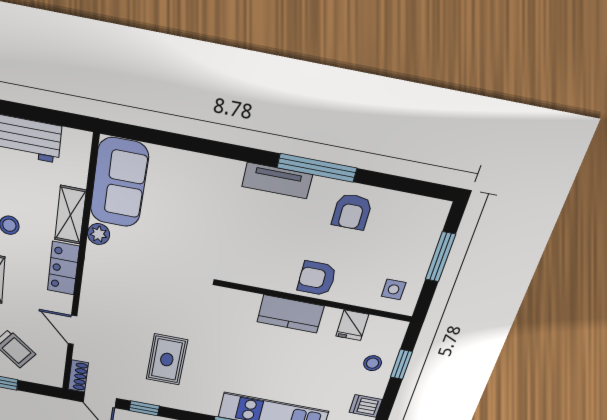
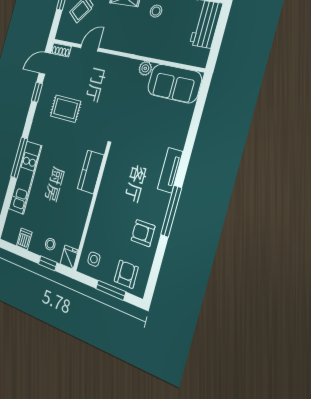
tv unit: (277, 181) -> (170, 170), moved
shelving: (70, 215) -> (158, 51), removed
locker: (63, 268) -> (127, 44), removed
armchair: (317, 278) -> (126, 274), moved
kitchen counter: (290, 314) -> (91, 172), moved
fridge: (352, 325) -> (69, 257), moved, turned 90

